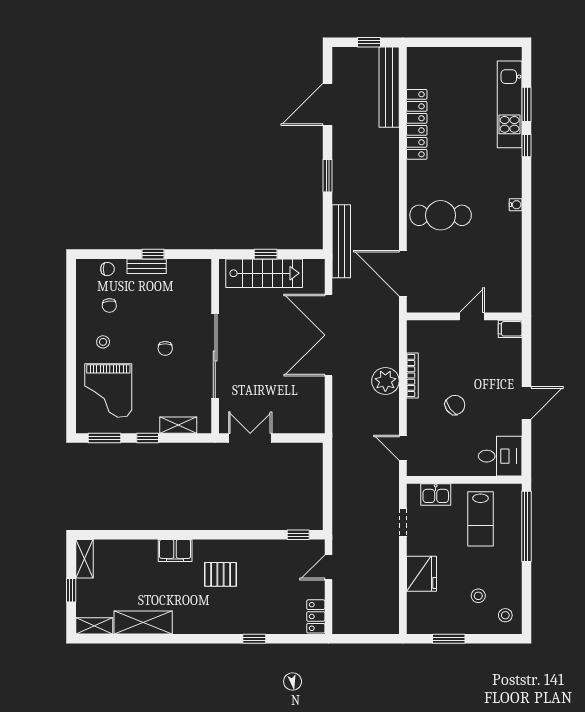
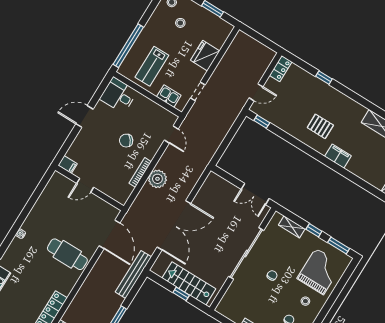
lab bench: (481, 519) -> (152, 66), turned 180

